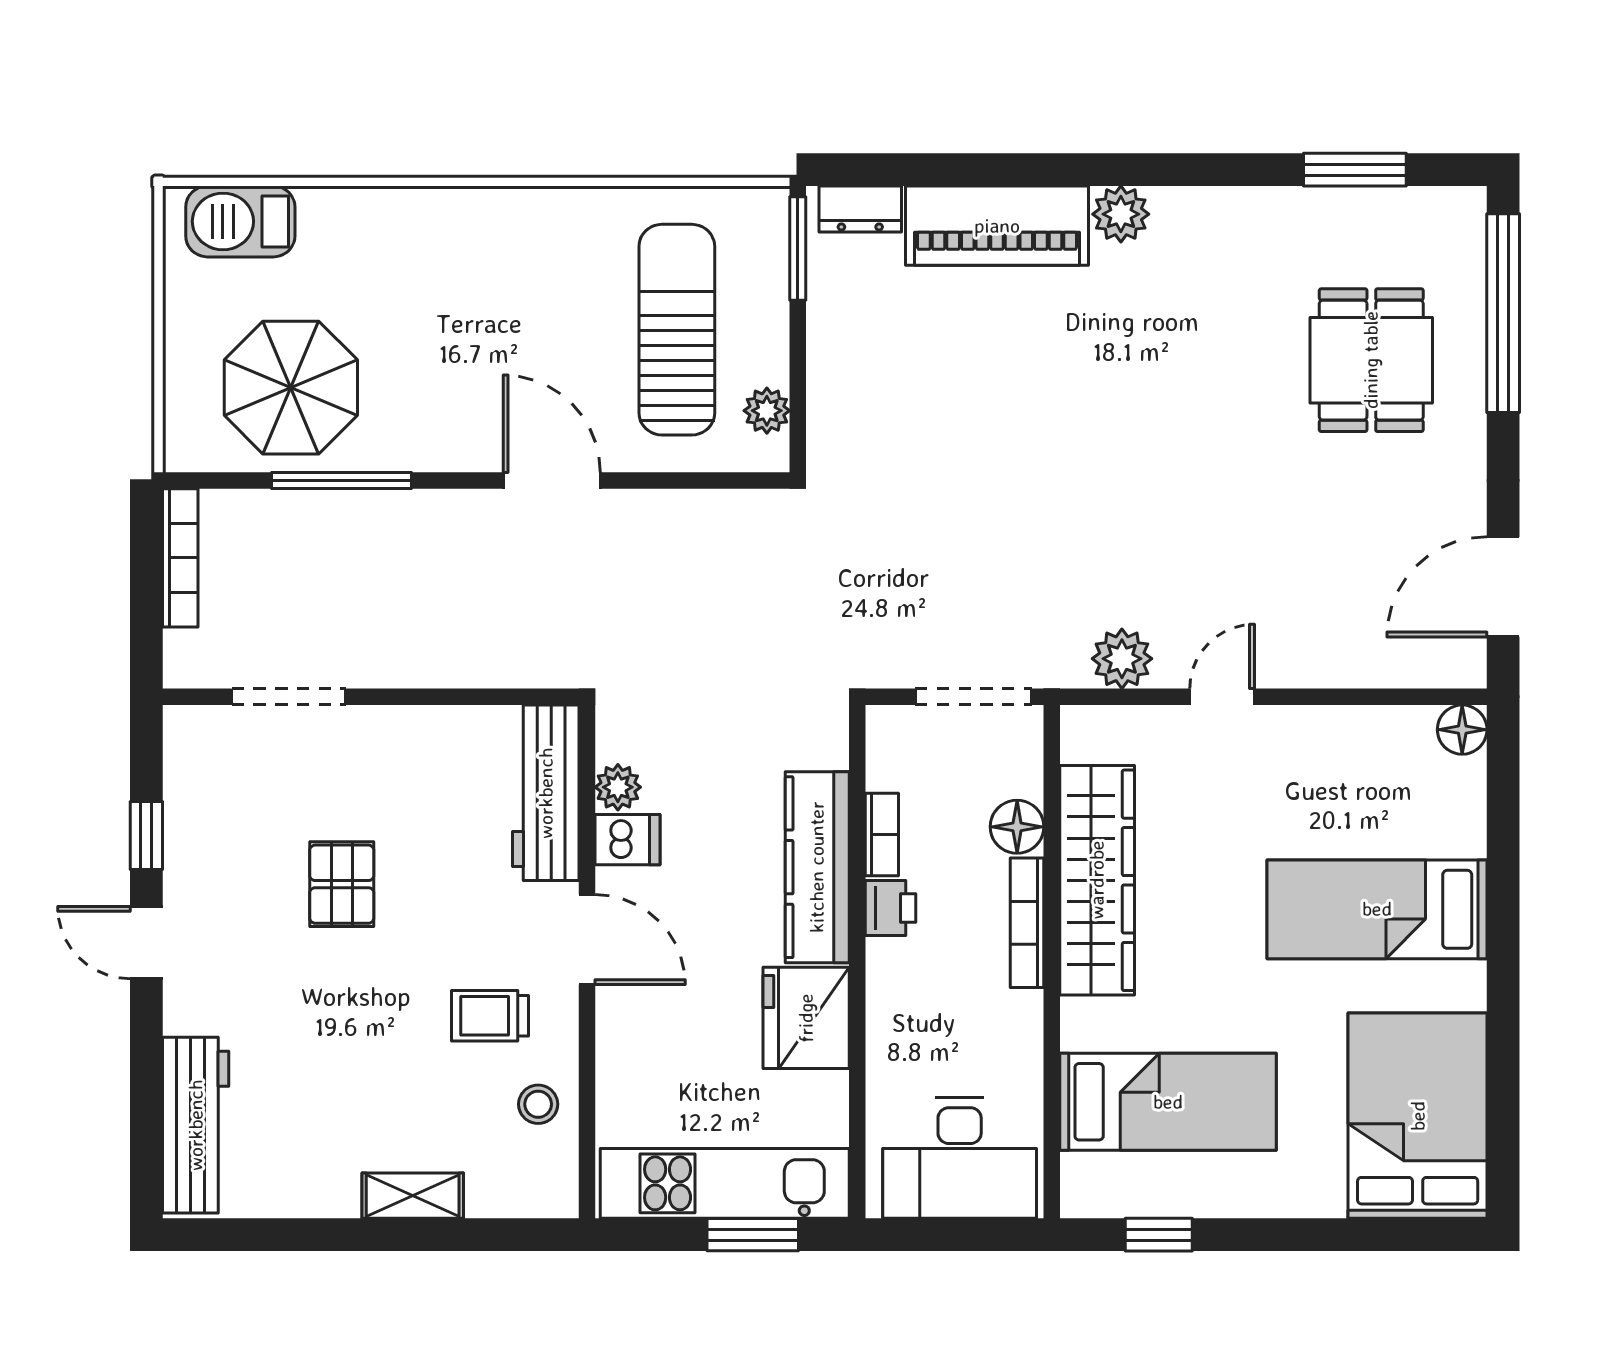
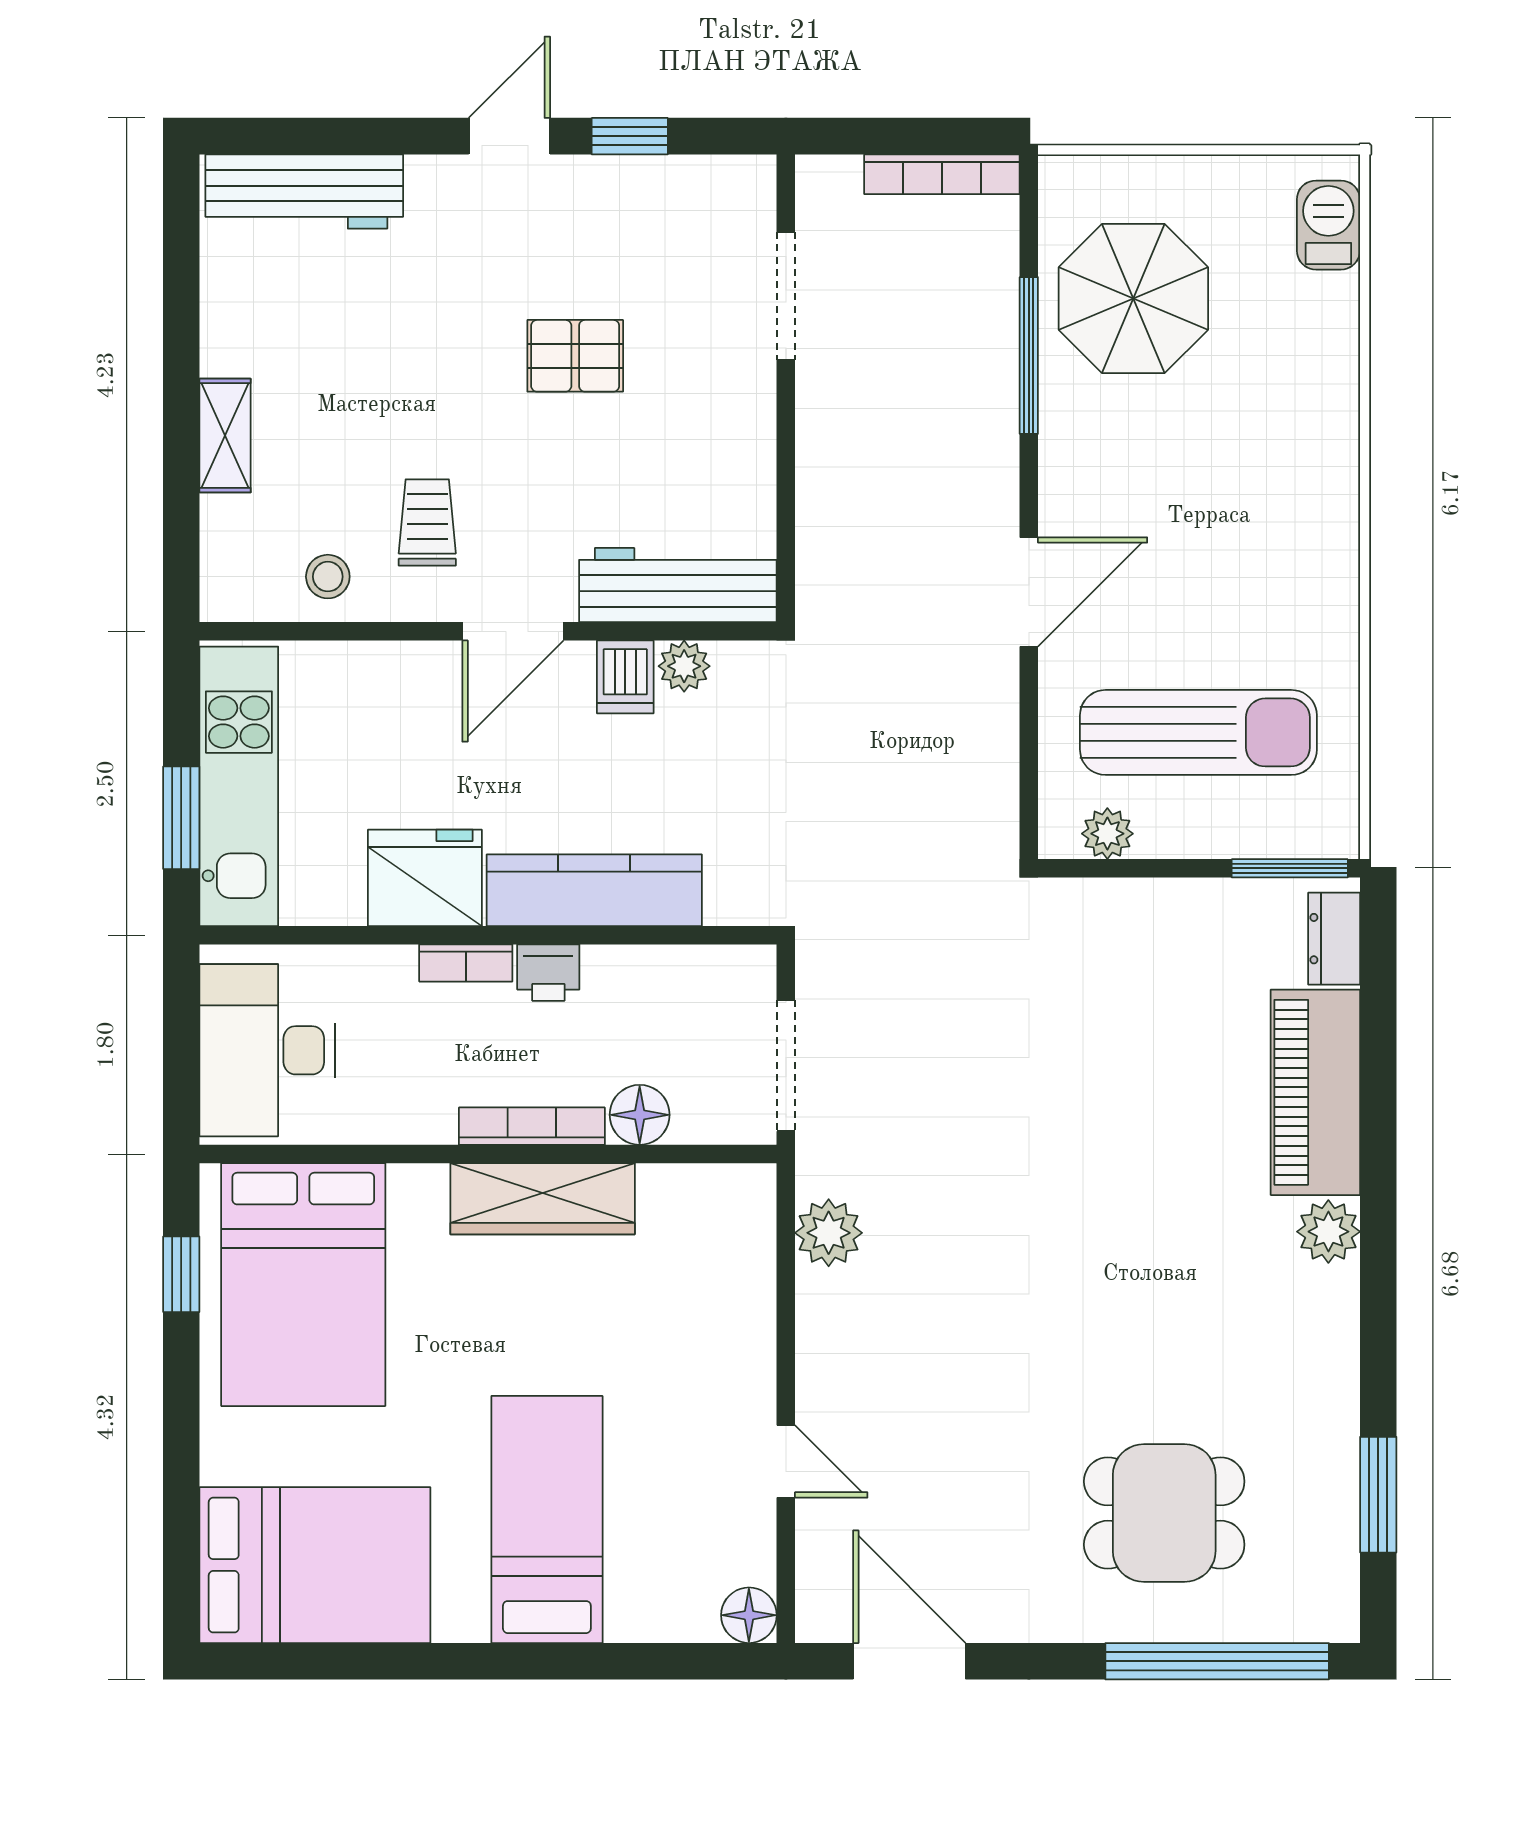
barbecue: (240, 221) -> (1328, 225), width x0.73, depth x0.79
door: (1222, 697) -> (786, 1461), moved
bookcase: (882, 835) -> (466, 963), moved
wardrobe: (1097, 880) -> (543, 1199), width x0.71, depth x0.85
bed: (1168, 1102) -> (303, 1285), width x1.50

